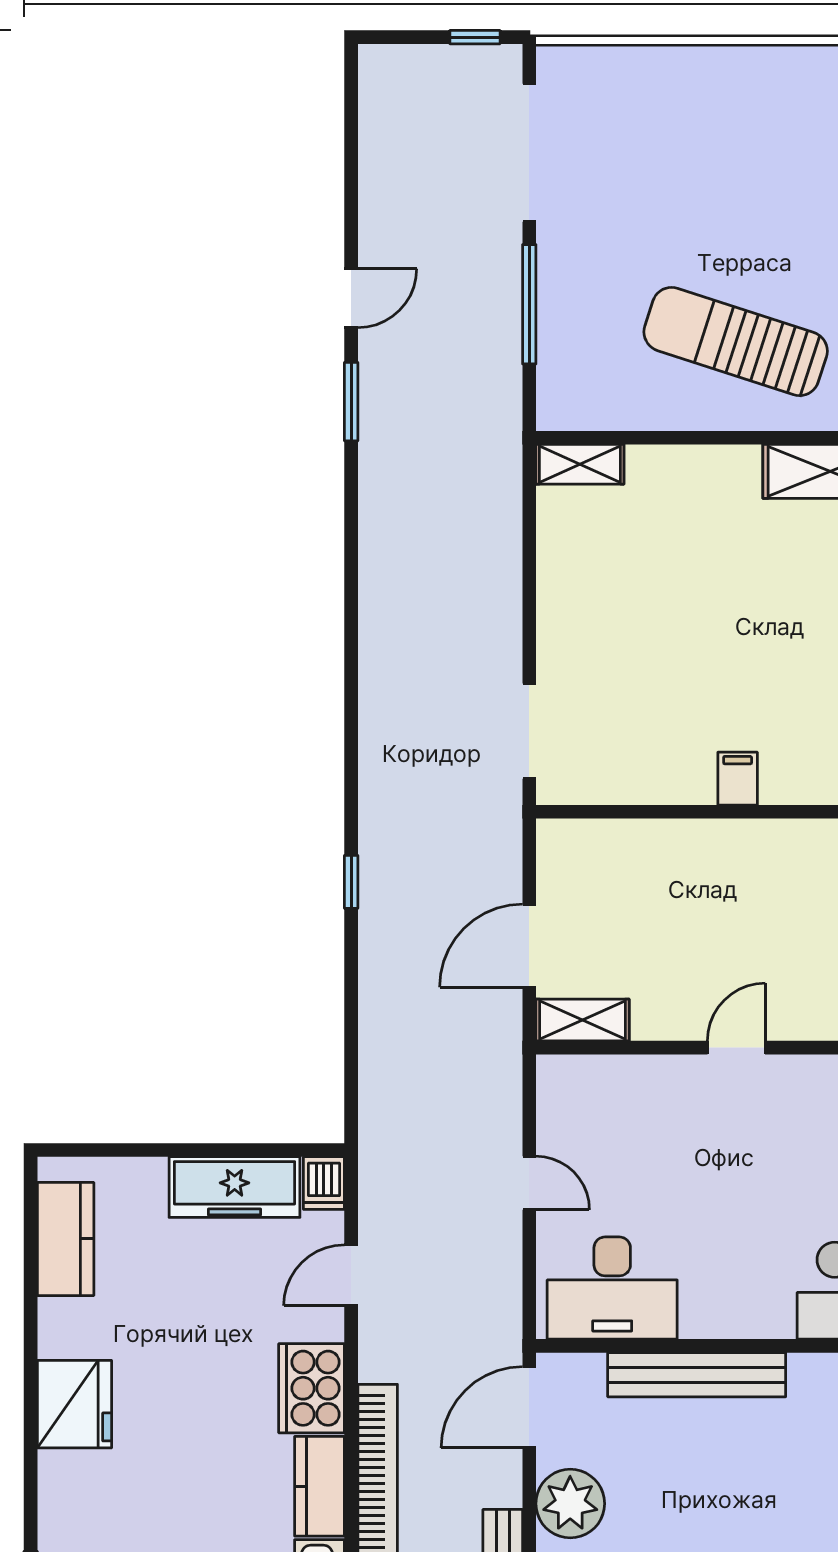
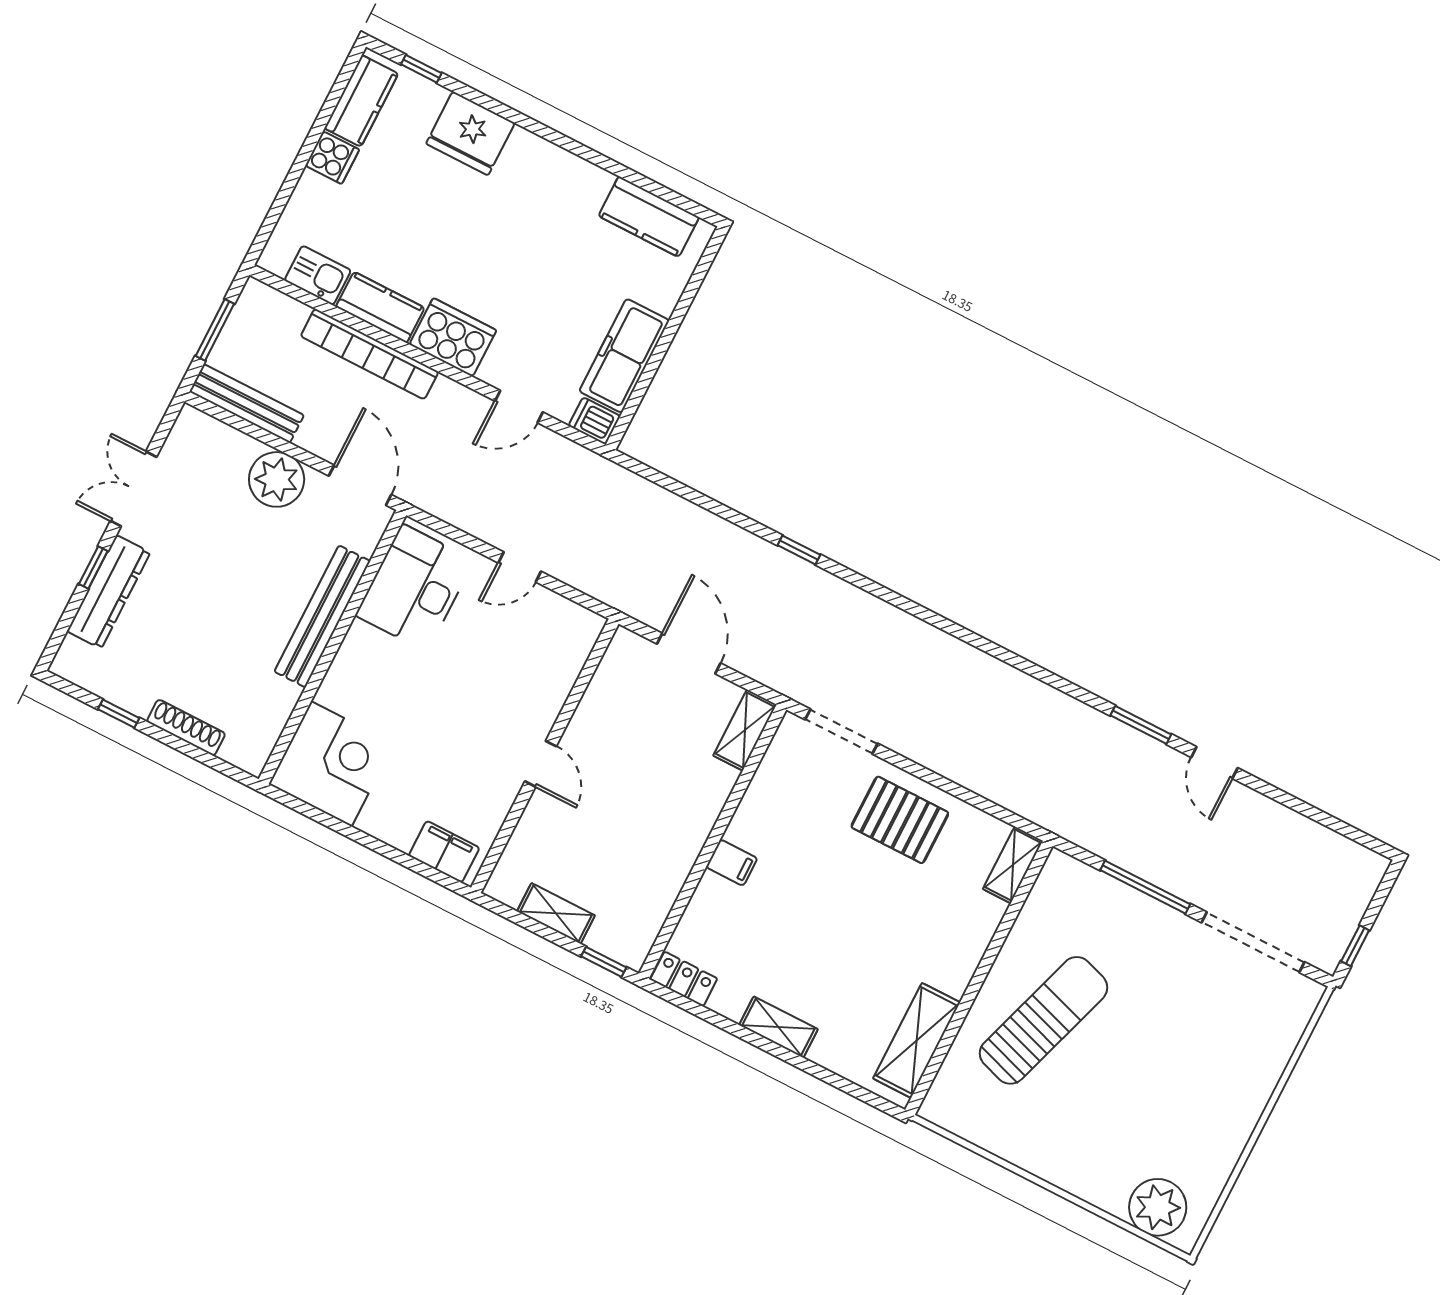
pallet: (594, 616) -> (900, 820), added
shelving: (582, 1020) -> (745, 730), moved
door: (351, 1275) -> (519, 407), swing flipped
fridge: (74, 1404) -> (470, 133), moved

